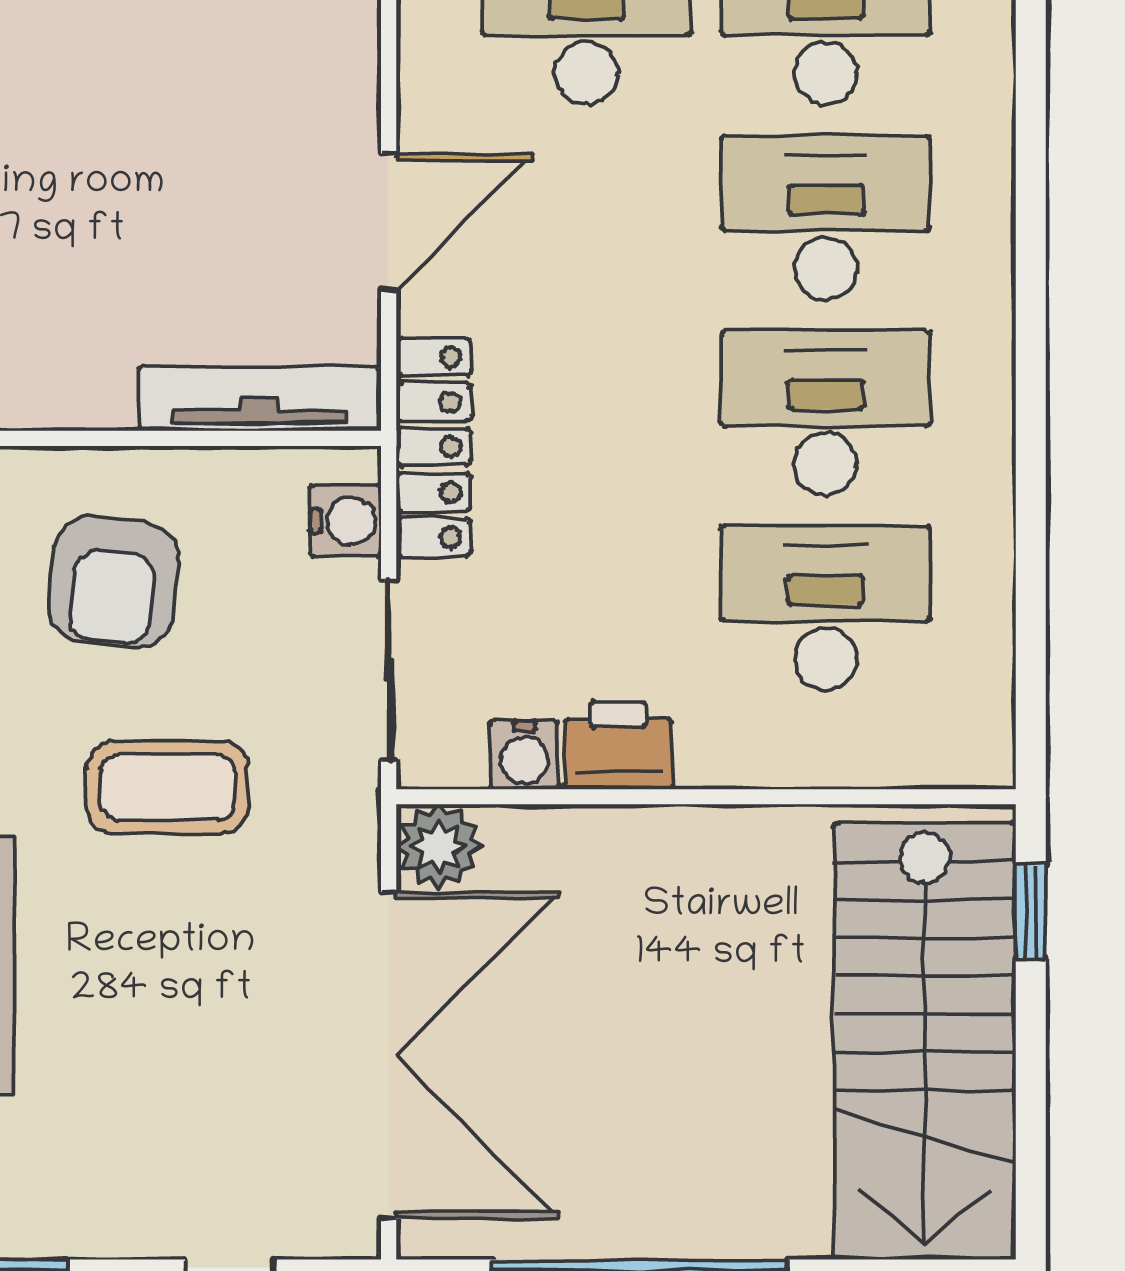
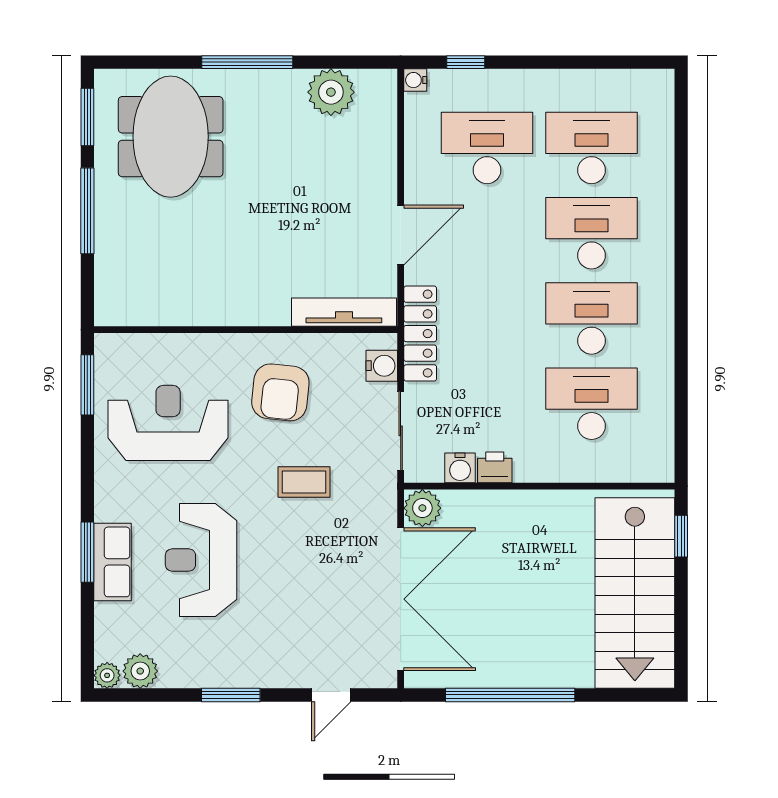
printer: (618, 745) -> (495, 467), width x0.73, depth x0.81
coffee table: (168, 787) -> (304, 482), width x0.73, depth x0.77

